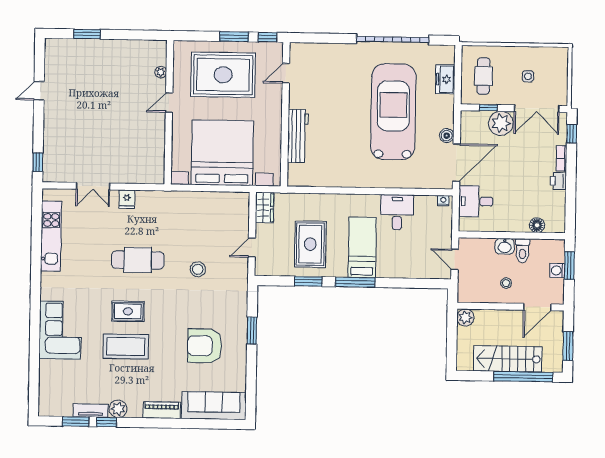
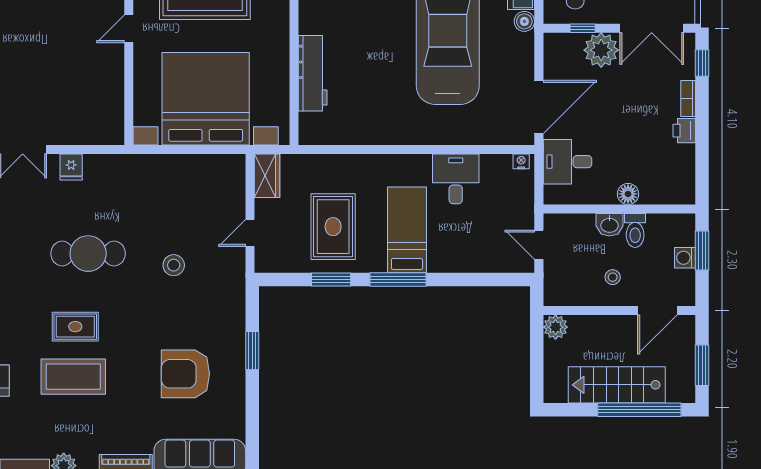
boiler: (447, 136) -> (524, 21), moved
floor lamp: (537, 225) -> (628, 194), moved

